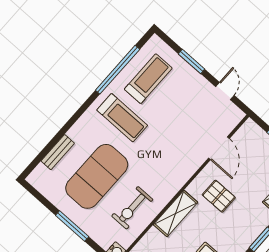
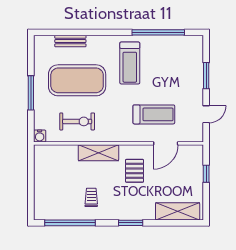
treadmill: (148, 79) -> (154, 114), moved
exercise bike: (132, 208) -> (77, 121), turned 180

